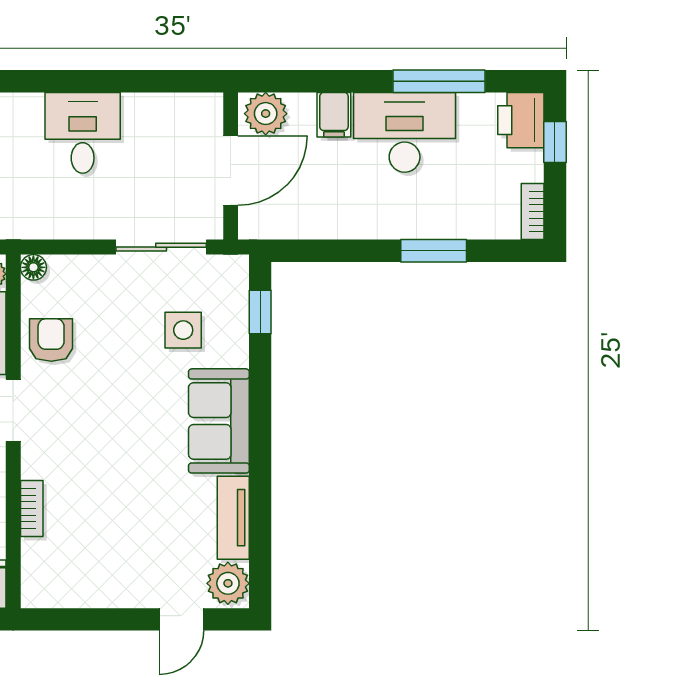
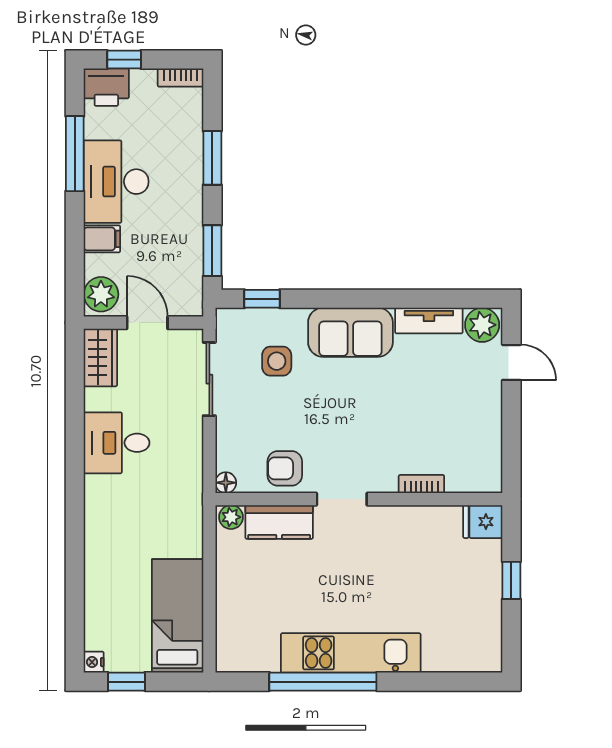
wardrobe: (188, 113) -> (100, 357), added
door: (231, 171) -> (147, 323), width x0.73
window: (319, 251) -> (212, 251), added

